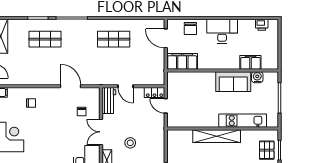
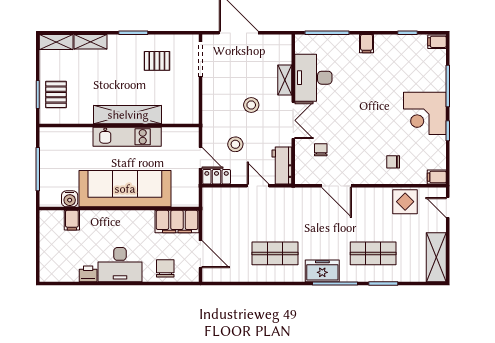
printer: (262, 25) -> (88, 274), moved
freezer: (81, 27) -> (322, 271), added
filing cabinet: (250, 62) -> (72, 220), width x0.50
display table: (23, 75) -> (405, 202), added
sofa: (233, 82) -> (125, 189), width x1.85, depth x1.27
stool: (141, 115) -> (235, 144), added
kitchen unit: (243, 121) -> (127, 137), moved

